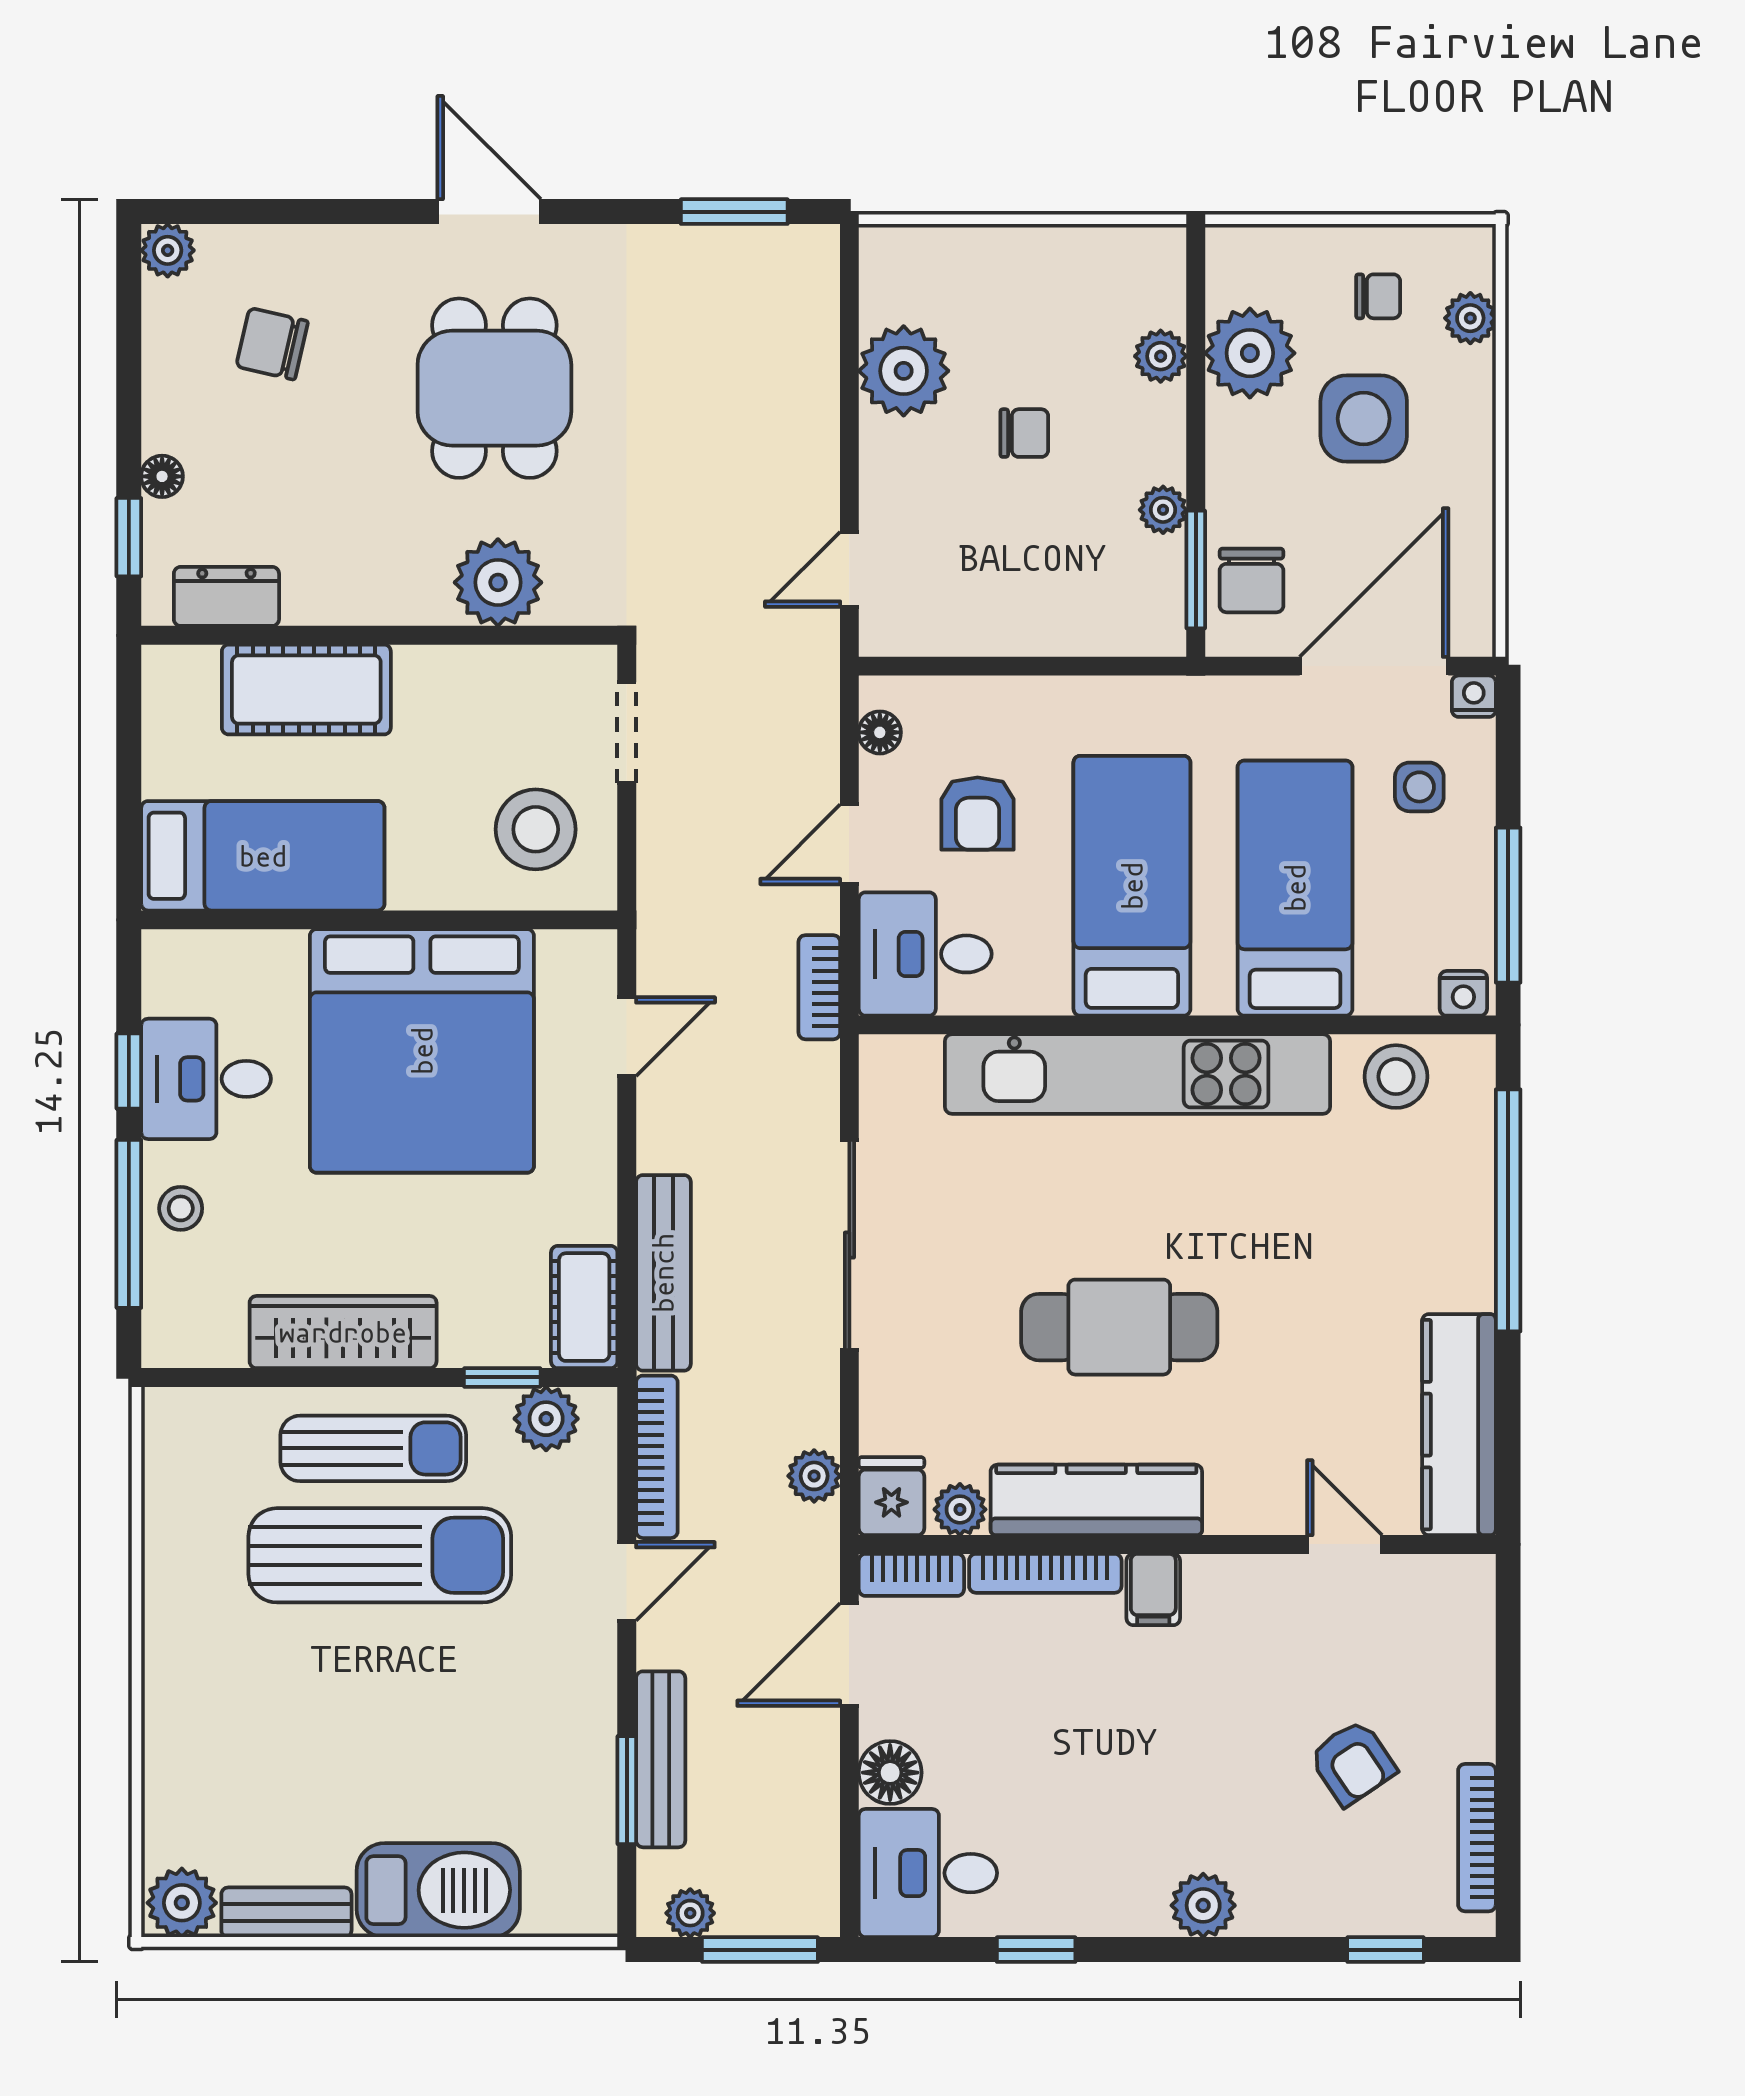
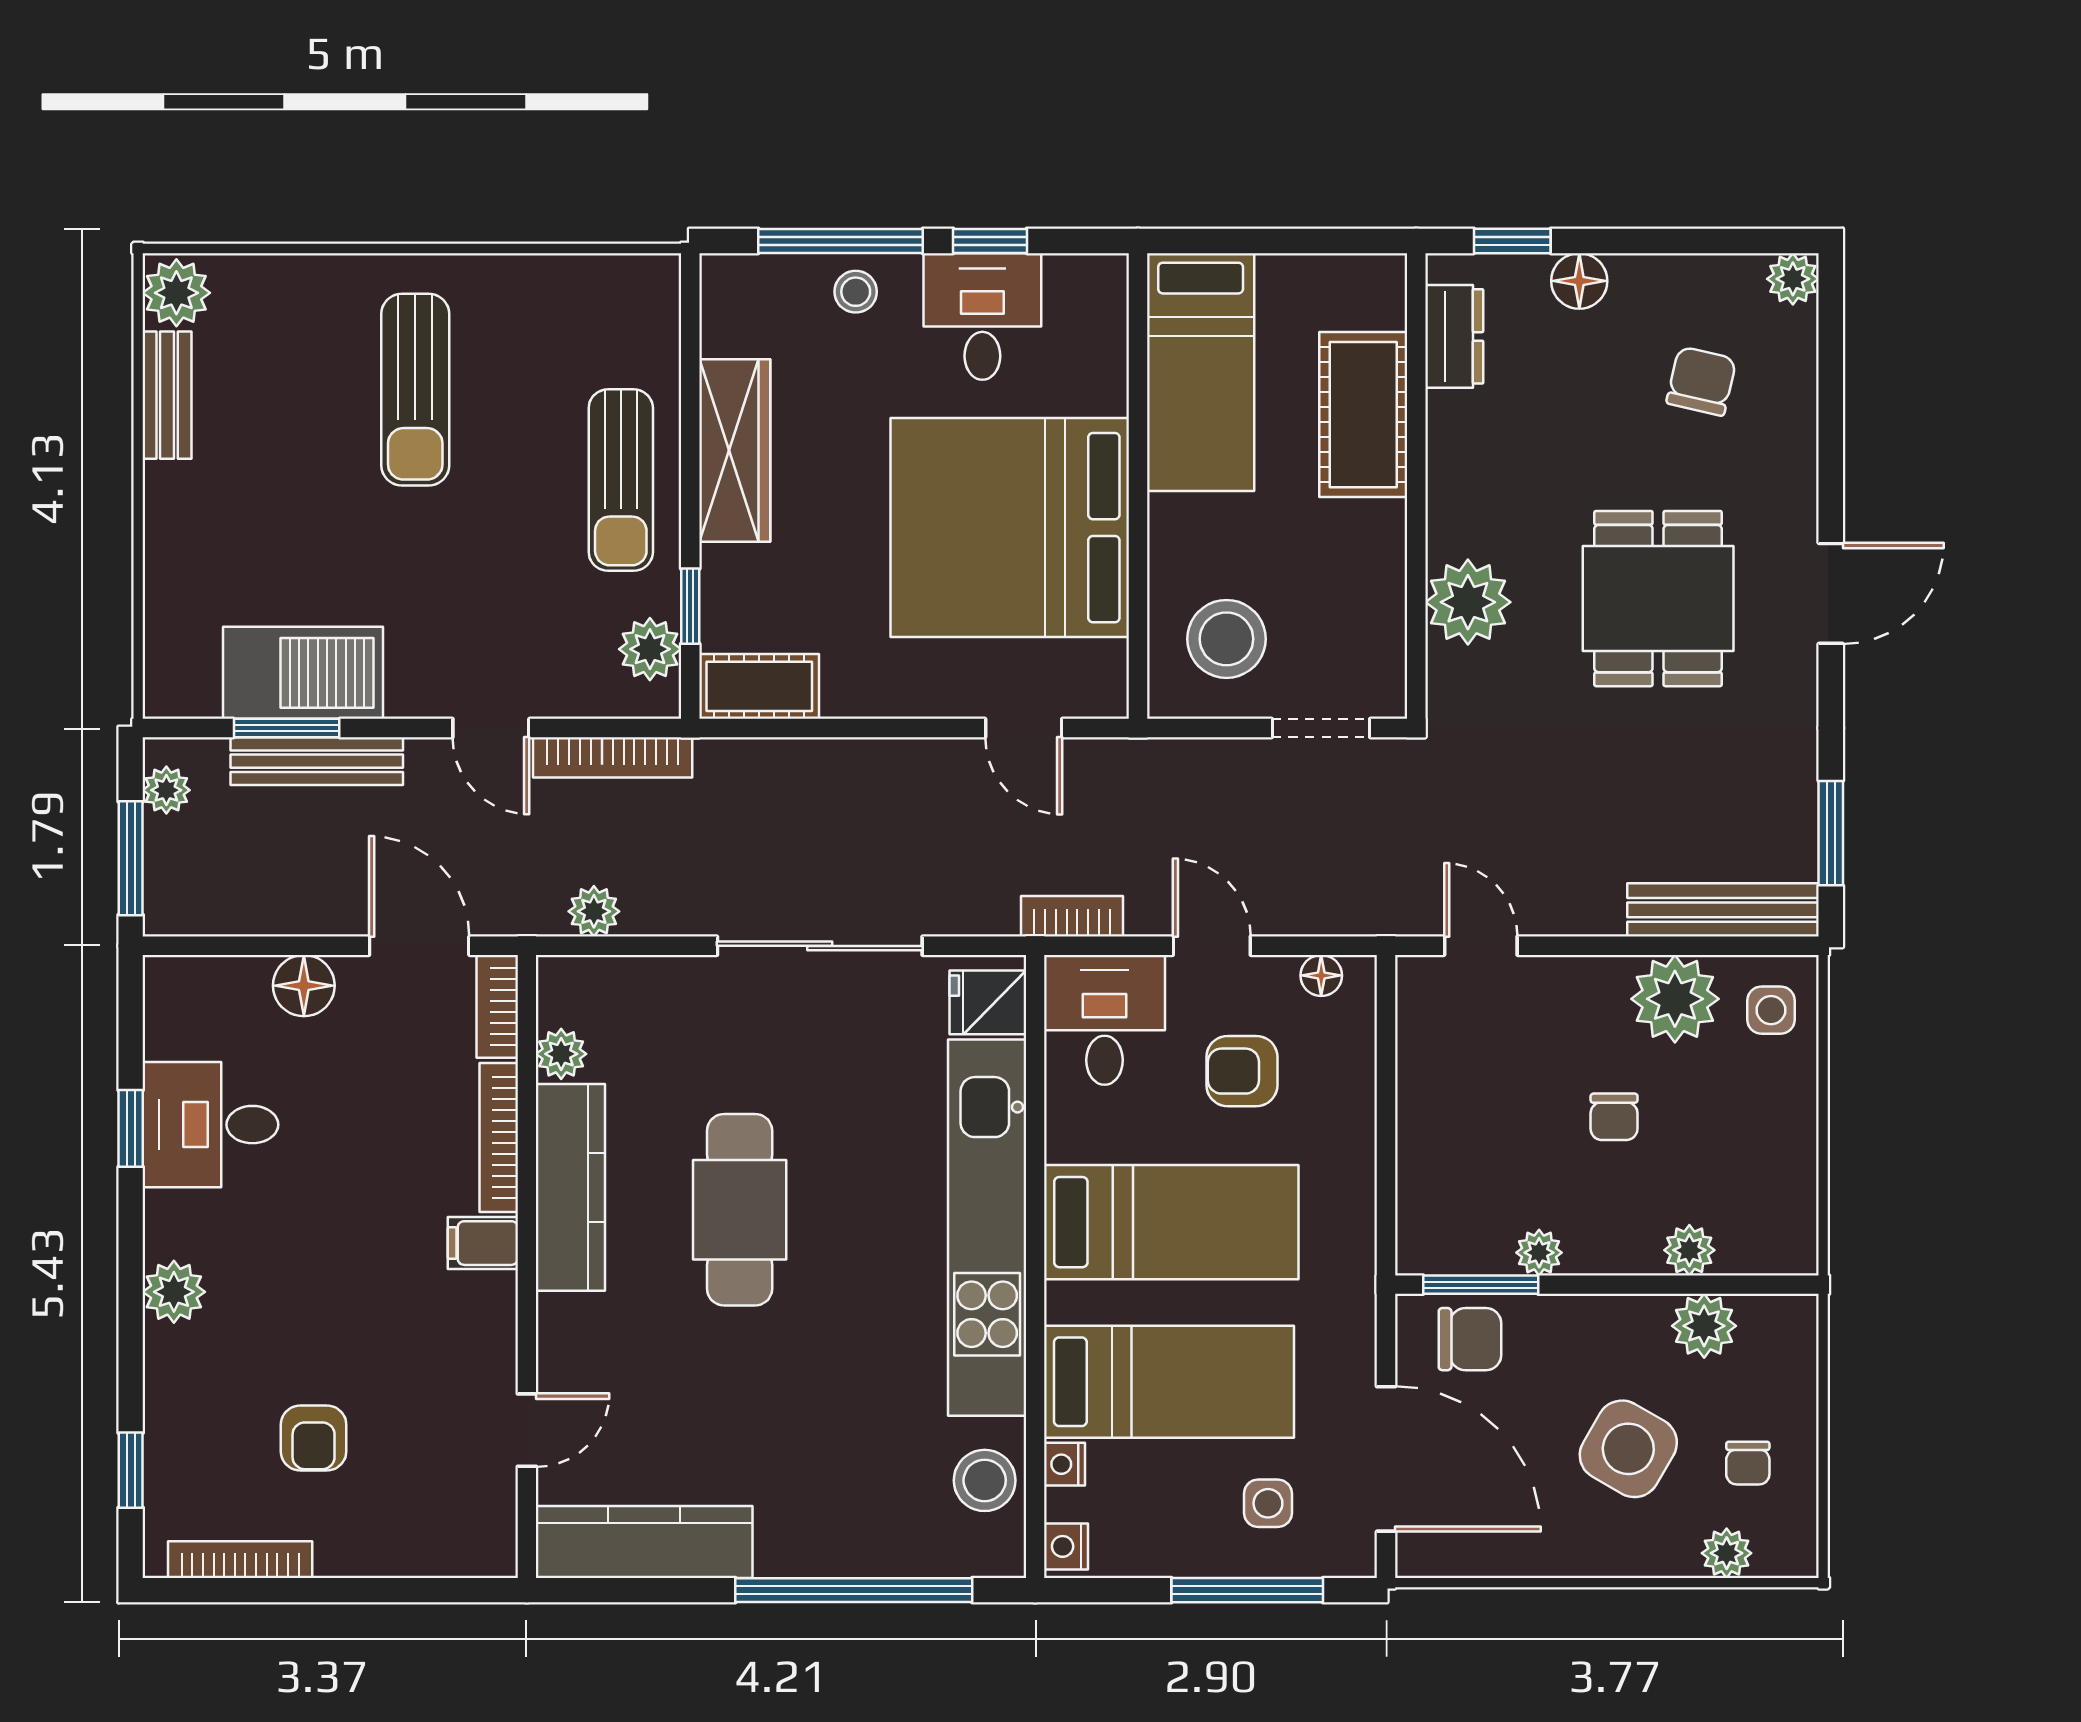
side table: (915, 273) -> (1771, 1010), added
plant: (1250, 353) -> (1704, 1326), width x0.73, depth x0.73
dining table: (494, 388) -> (1658, 599), turned 90
side table: (1364, 419) -> (1628, 1449), turned 30
floor lamp: (162, 476) -> (1579, 281), width x1.37, depth x1.37
chair: (1252, 580) -> (1470, 1339), turned 180
nightstand: (1474, 696) -> (1064, 1464), moved, turned 180
window: (1508, 905) -> (1247, 1590), moved
bench: (663, 1273) -> (1723, 910), moved
fridge: (891, 1496) -> (988, 1002), moved, turned 180
sun lounger: (380, 1555) -> (415, 390), moved, width x0.73, depth x0.75
armchair: (1353, 1763) -> (314, 1438), turned -56
desk: (928, 1873) -> (210, 1125), moved, turned -90
barbecue: (438, 1890) -> (303, 673), moved, turned -90

